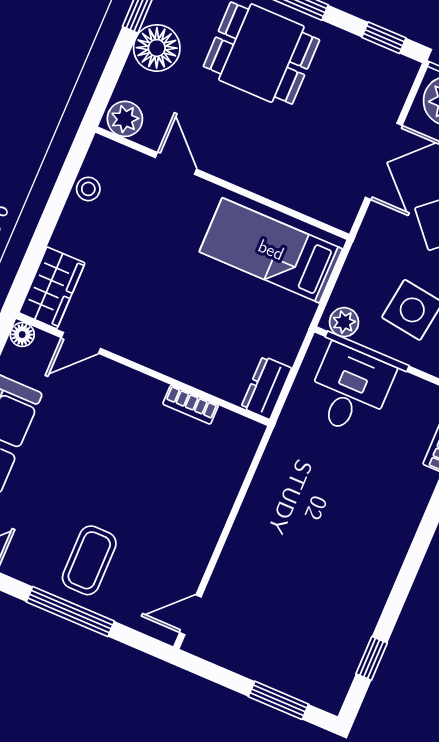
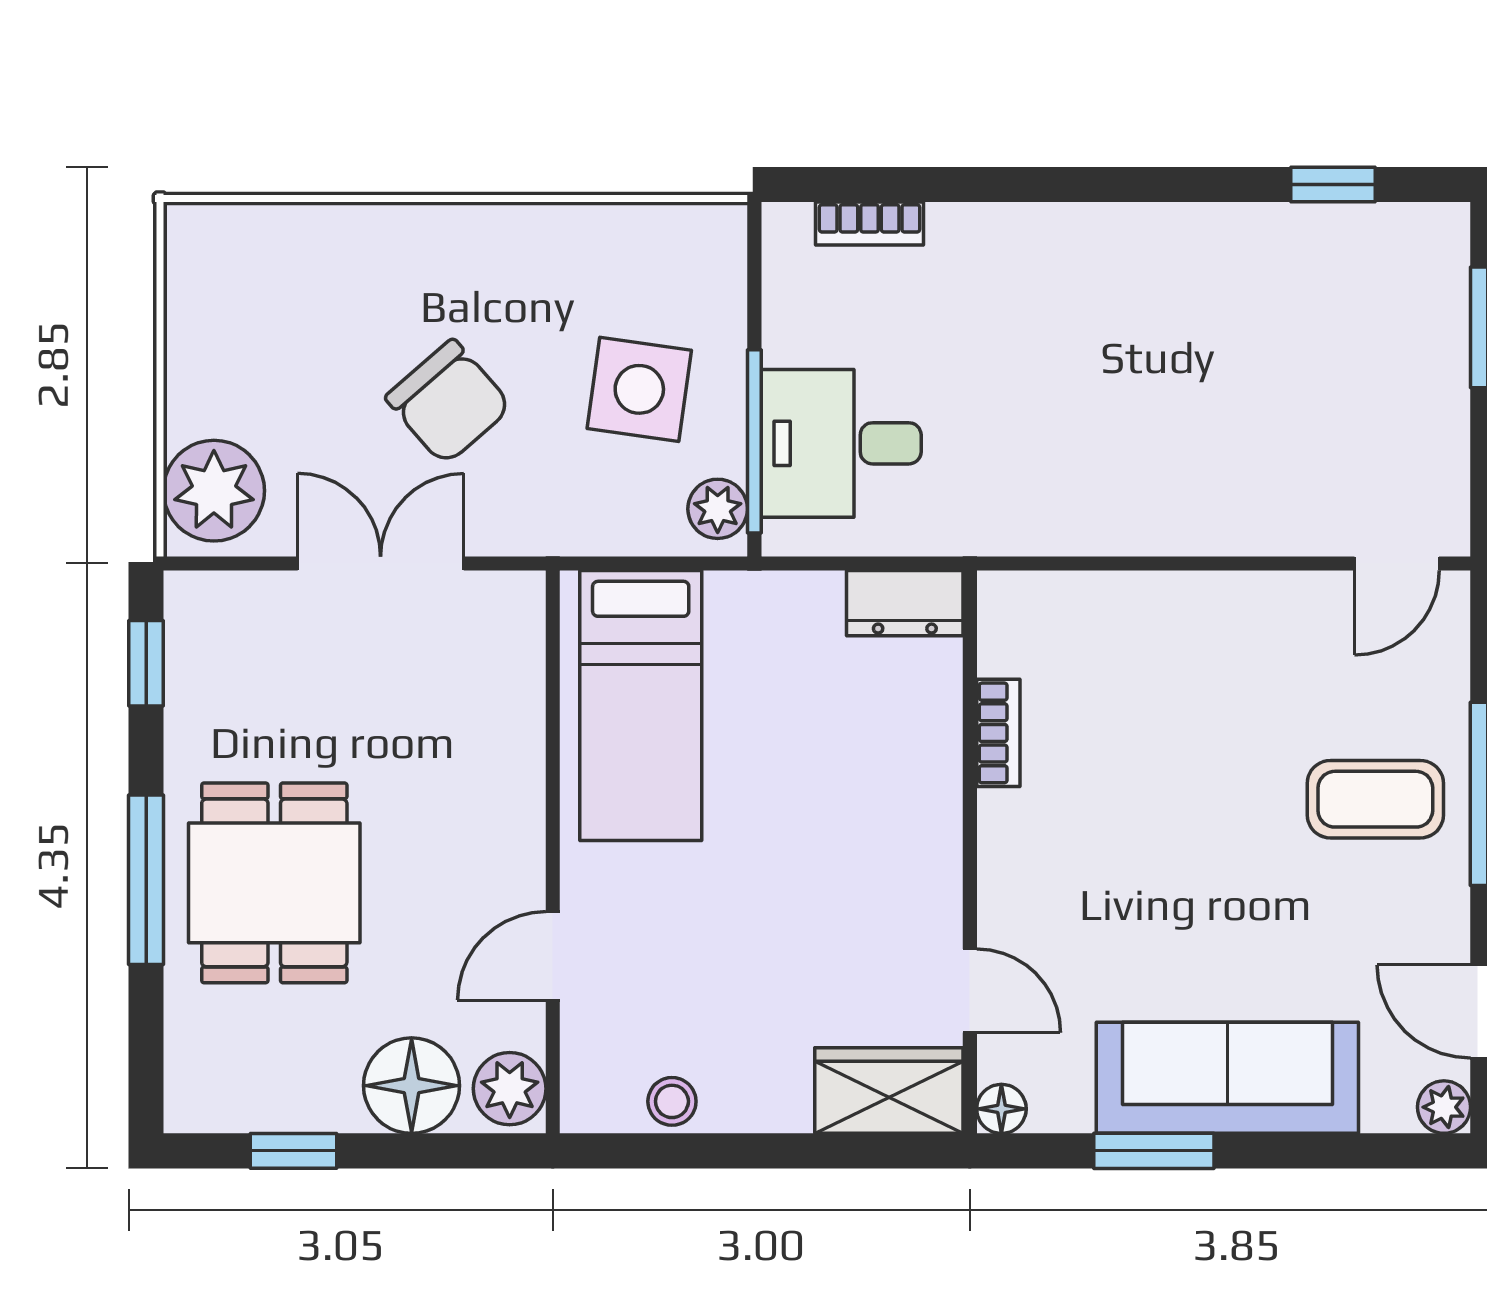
floor lamp: (157, 48) -> (412, 1086), moved
door: (190, 615) -> (1397, 563), hinge flipped

